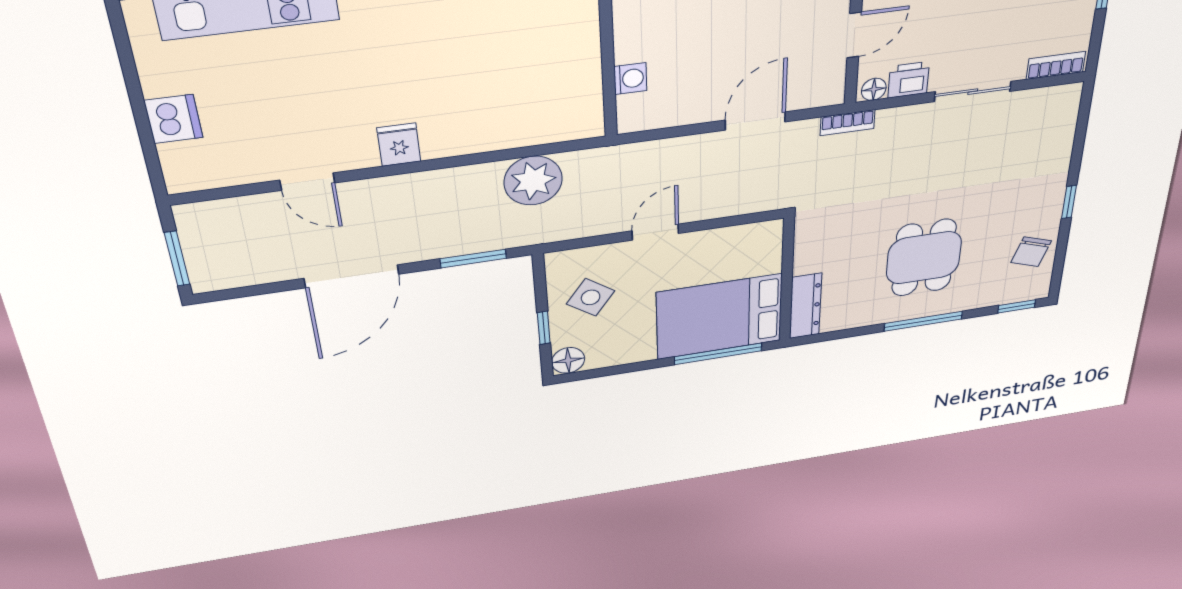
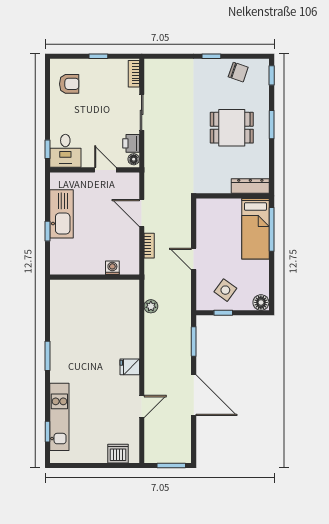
dishwasher: (173, 119) -> (118, 454), moved
bookcase: (848, 123) -> (149, 246), moved
plant: (533, 181) -> (151, 306), width x0.53, depth x0.53
bed: (719, 317) -> (255, 229), width x0.67
window: (923, 321) -> (272, 125), width x0.69
window: (544, 328) -> (223, 313), moved

